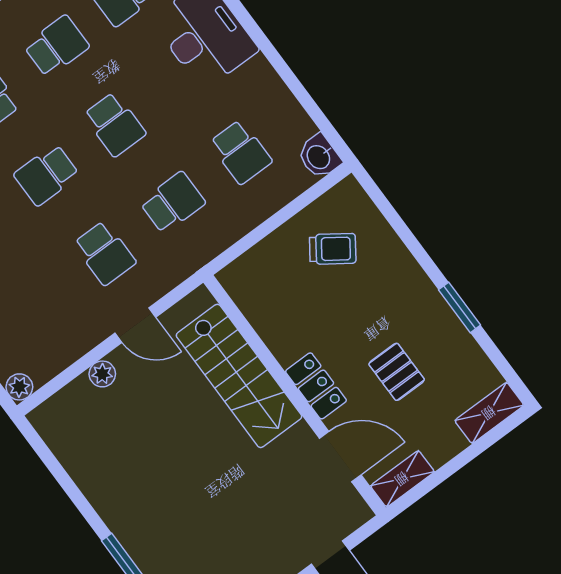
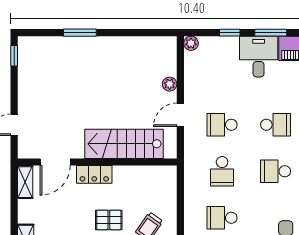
school desk: (47, 175) -> (276, 125), turned 90
pallet: (397, 372) -> (109, 220), moved

